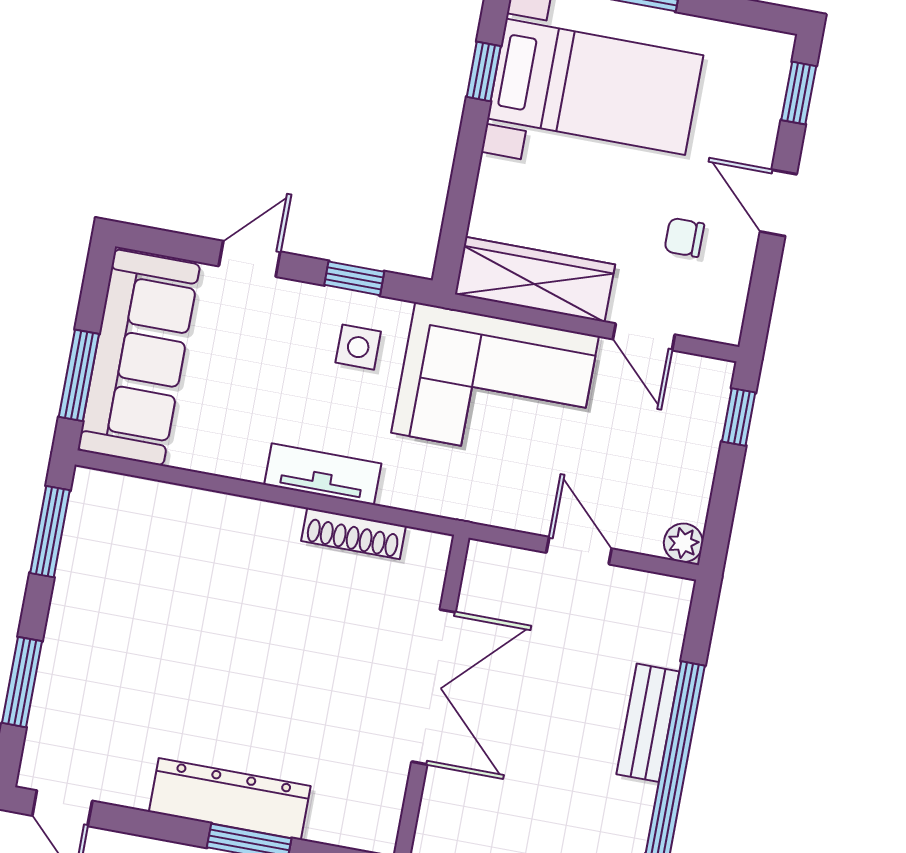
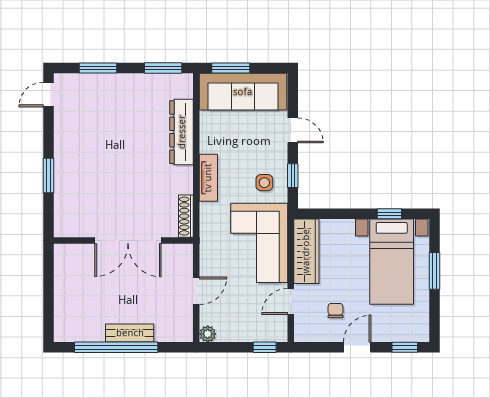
shoe rack: (353, 533) -> (186, 216), moved
dresser: (230, 799) -> (182, 132), moved, turned 180

